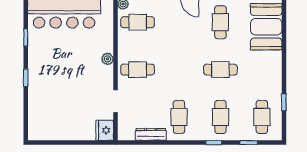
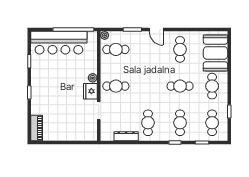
cafe table: (262, 70) -> (212, 86), added
piano: (35, 124) -> (37, 128), added
fridge: (105, 130) -> (90, 91), moved

